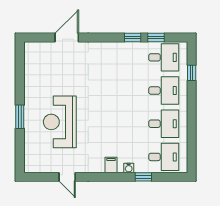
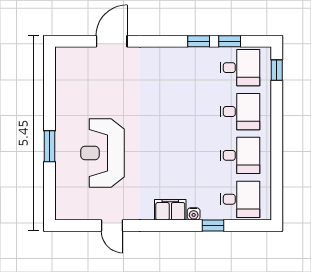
window: (192, 73) -> (277, 70), moved
filing cabinet: (111, 165) -> (170, 210), width x2.00

